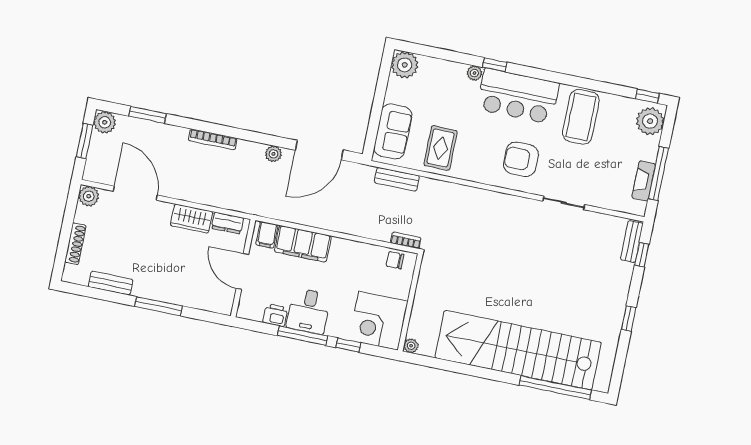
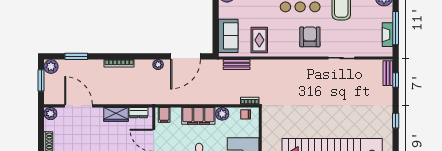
armchair: (521, 159) -> (310, 37), turned 90
filing cabinet: (303, 244) -> (198, 116), moved
plant: (358, 252) -> (222, 114), added

